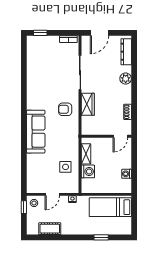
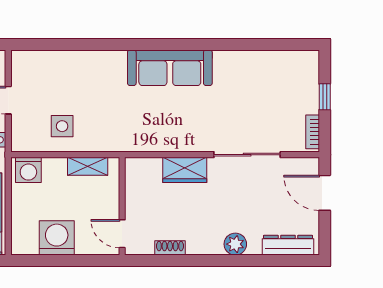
window: (40, 33) -> (325, 97), moved
armchair: (65, 109) -> (175, 125), removed
sofa: (36, 132) -> (170, 68), moved
washing machine: (88, 171) -> (28, 170), moved
washing machine: (127, 174) -> (57, 238), width x1.89, depth x1.89

